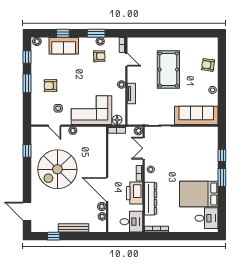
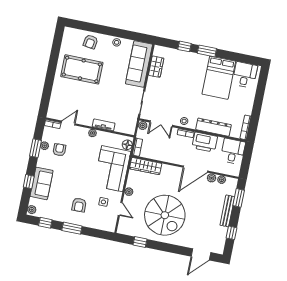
pool table: (168, 70) -> (82, 69), moved
door: (55, 126) -> (120, 209), hinge flipped
wardrobe: (197, 132) -> (156, 67), added
wardrobe: (100, 141) -> (146, 166), added
window: (88, 236) -> (239, 198), added

